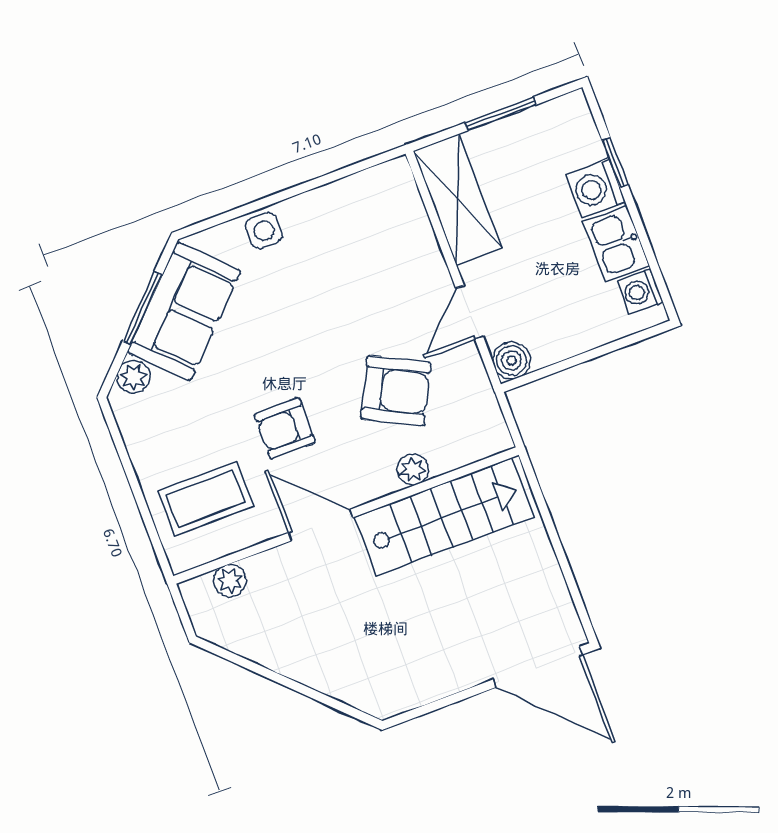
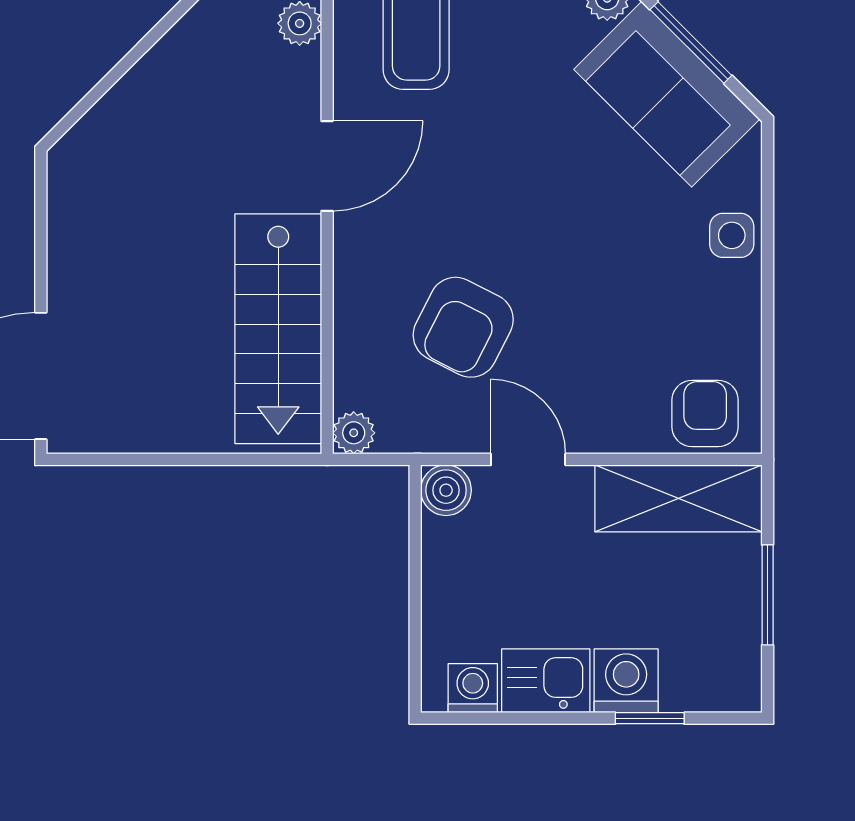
armchair: (285, 428) -> (705, 413), moved
plant: (413, 470) -> (354, 433), moved

